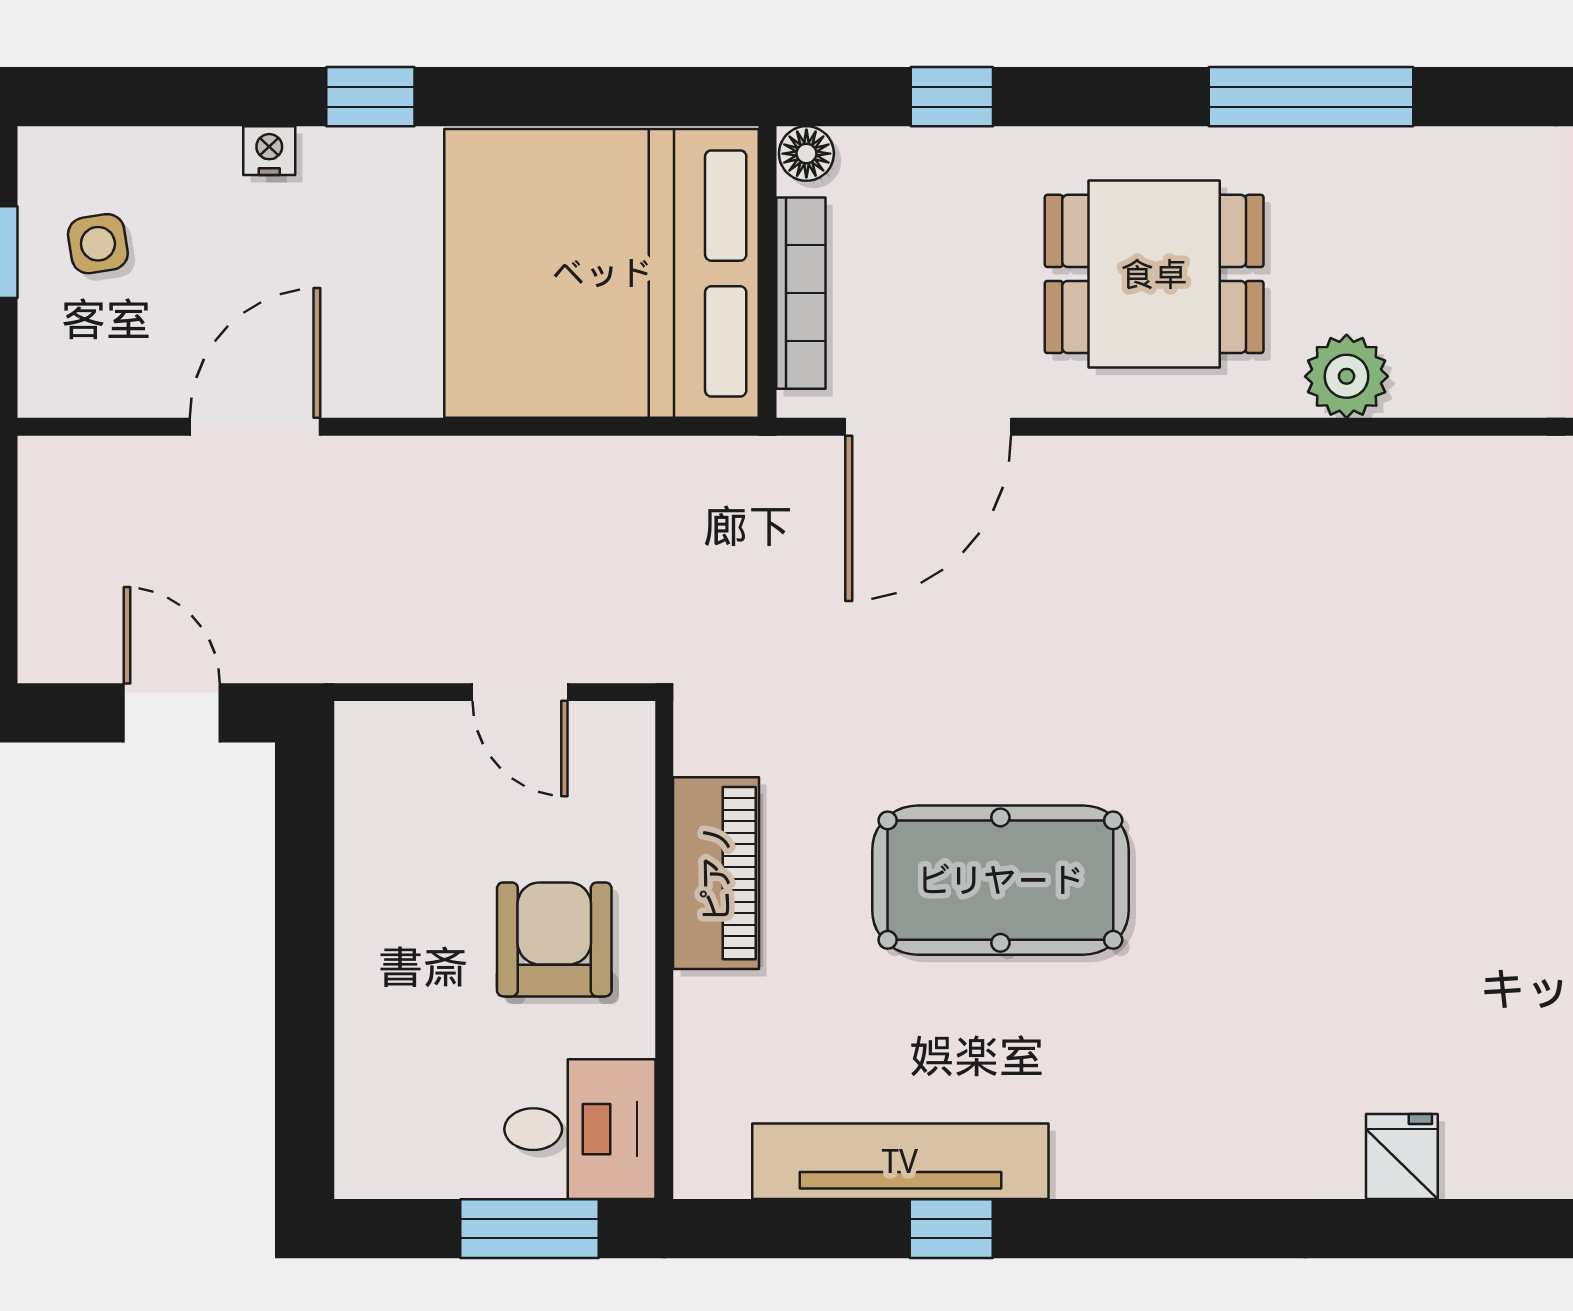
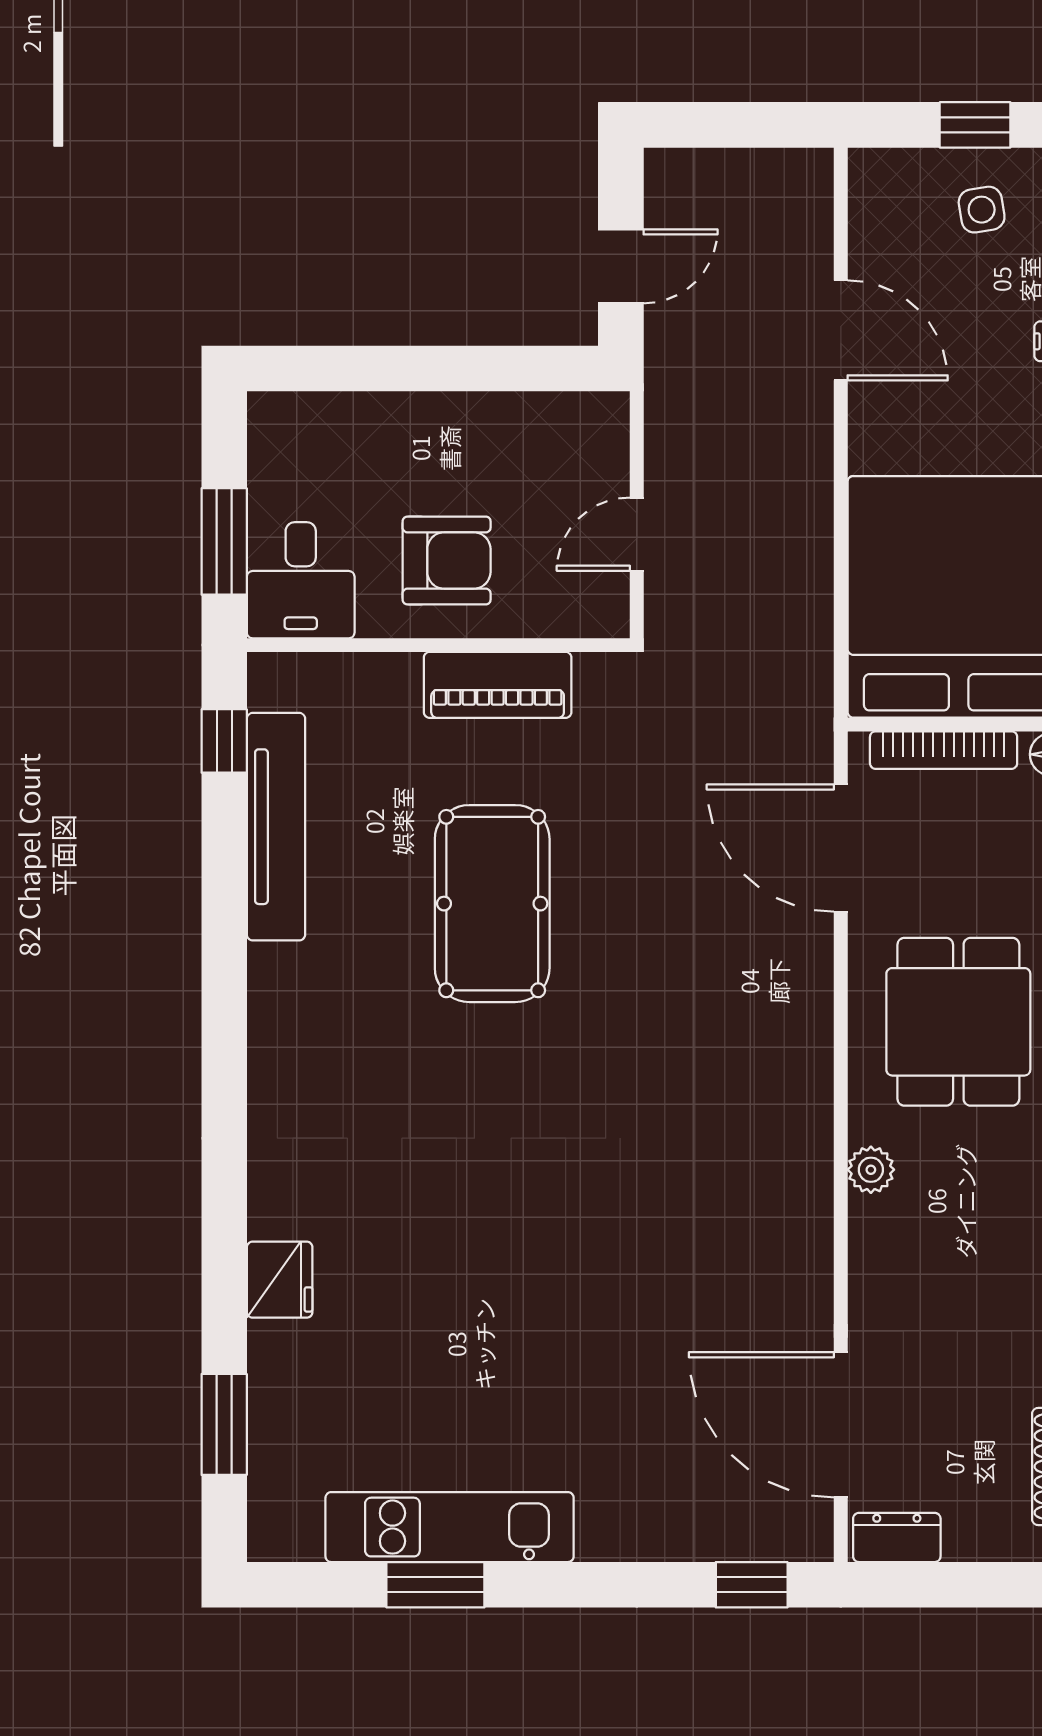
plant: (1347, 376) -> (871, 1170), width x0.73, depth x0.73
fridge: (1402, 1157) -> (280, 1280), moved, width x1.38
window: (951, 1229) -> (224, 741), moved

